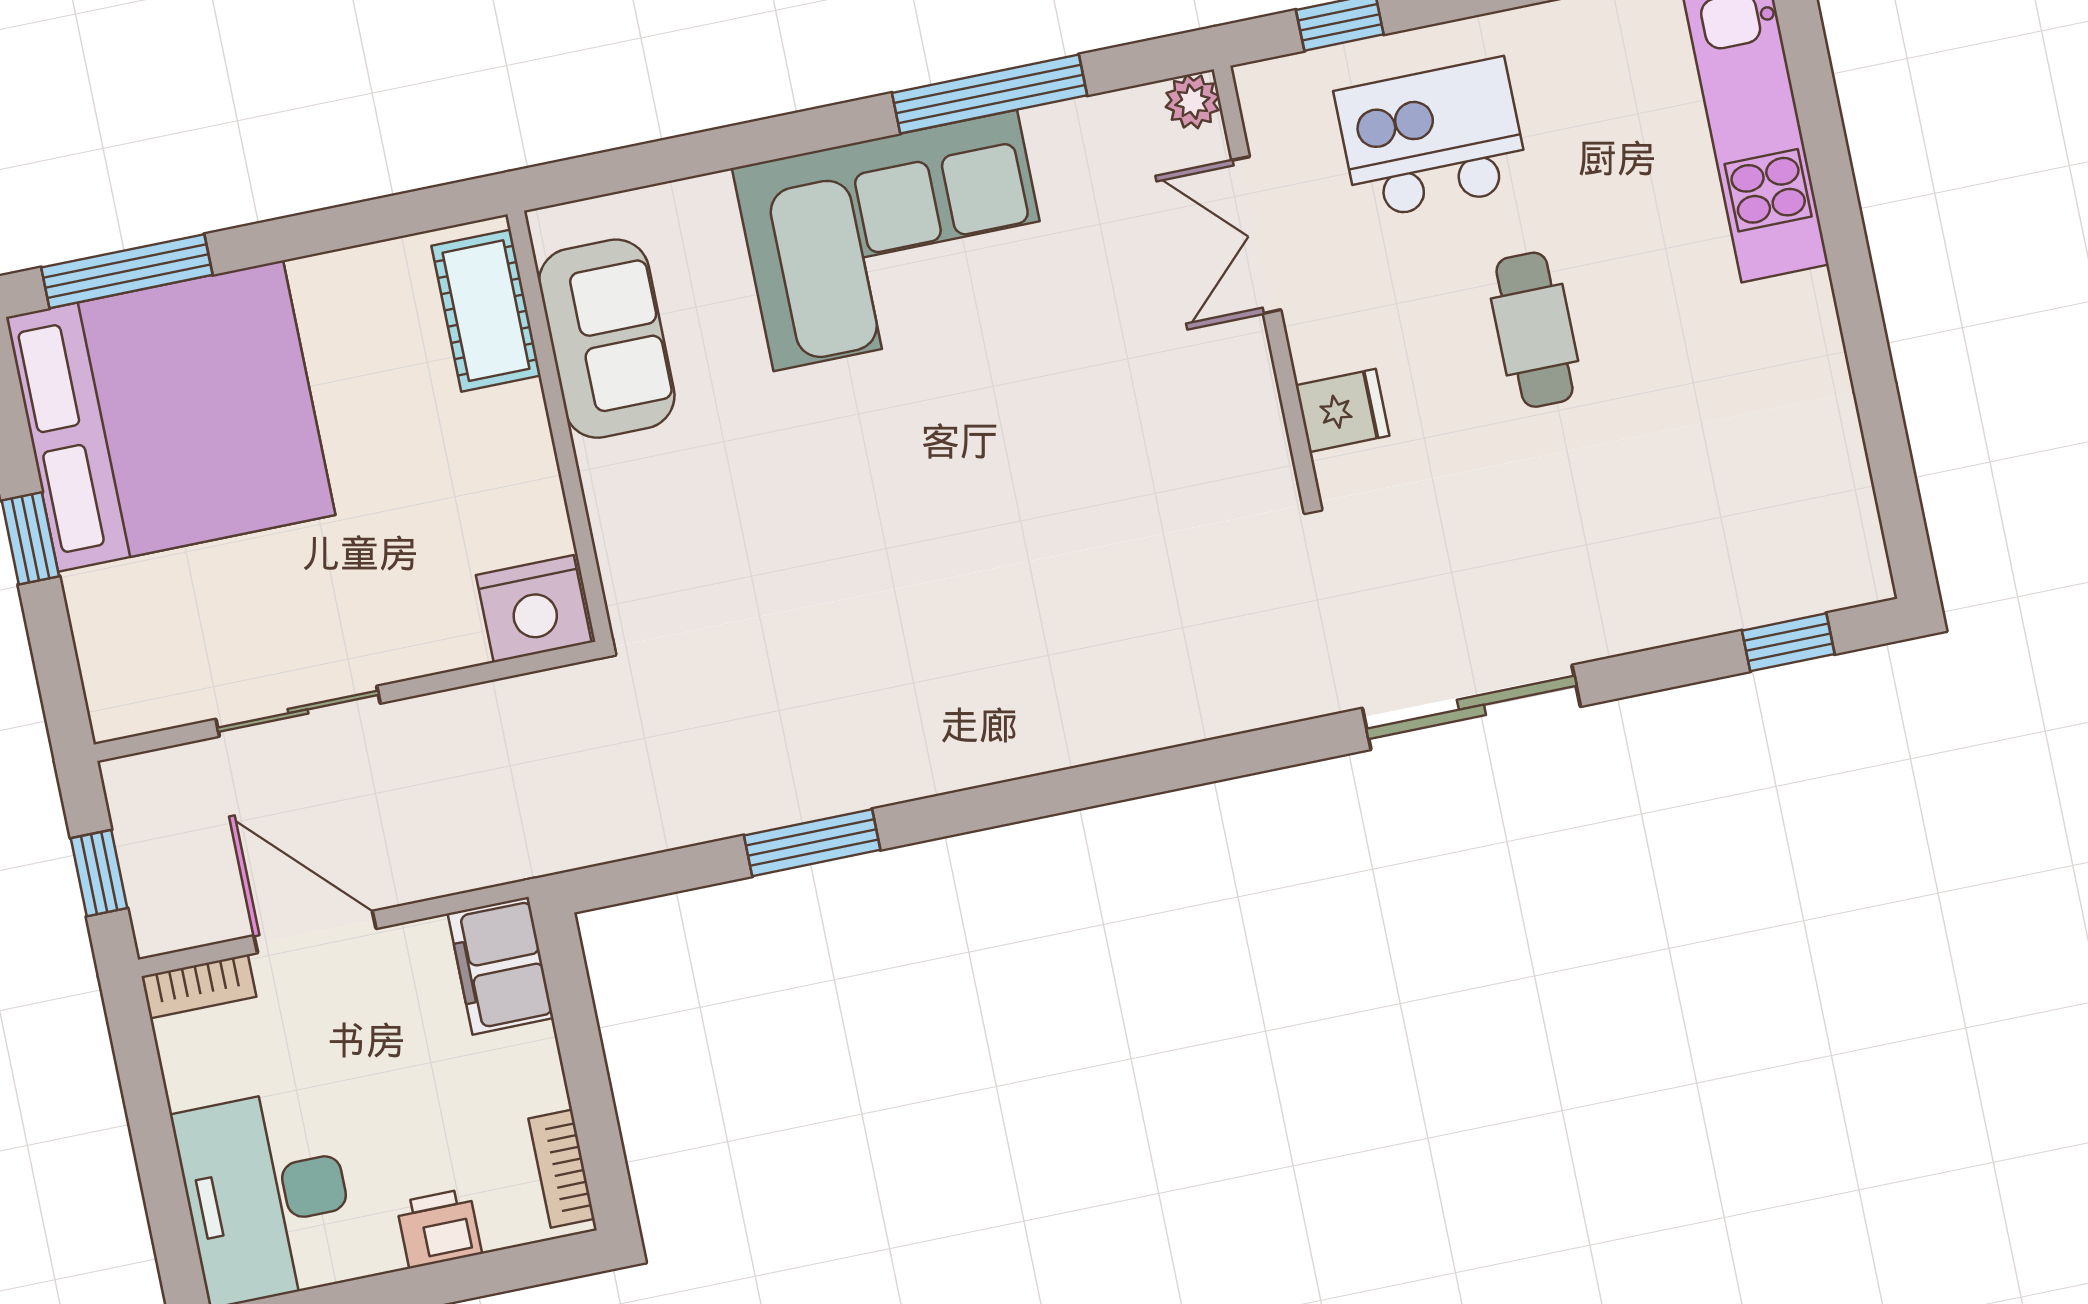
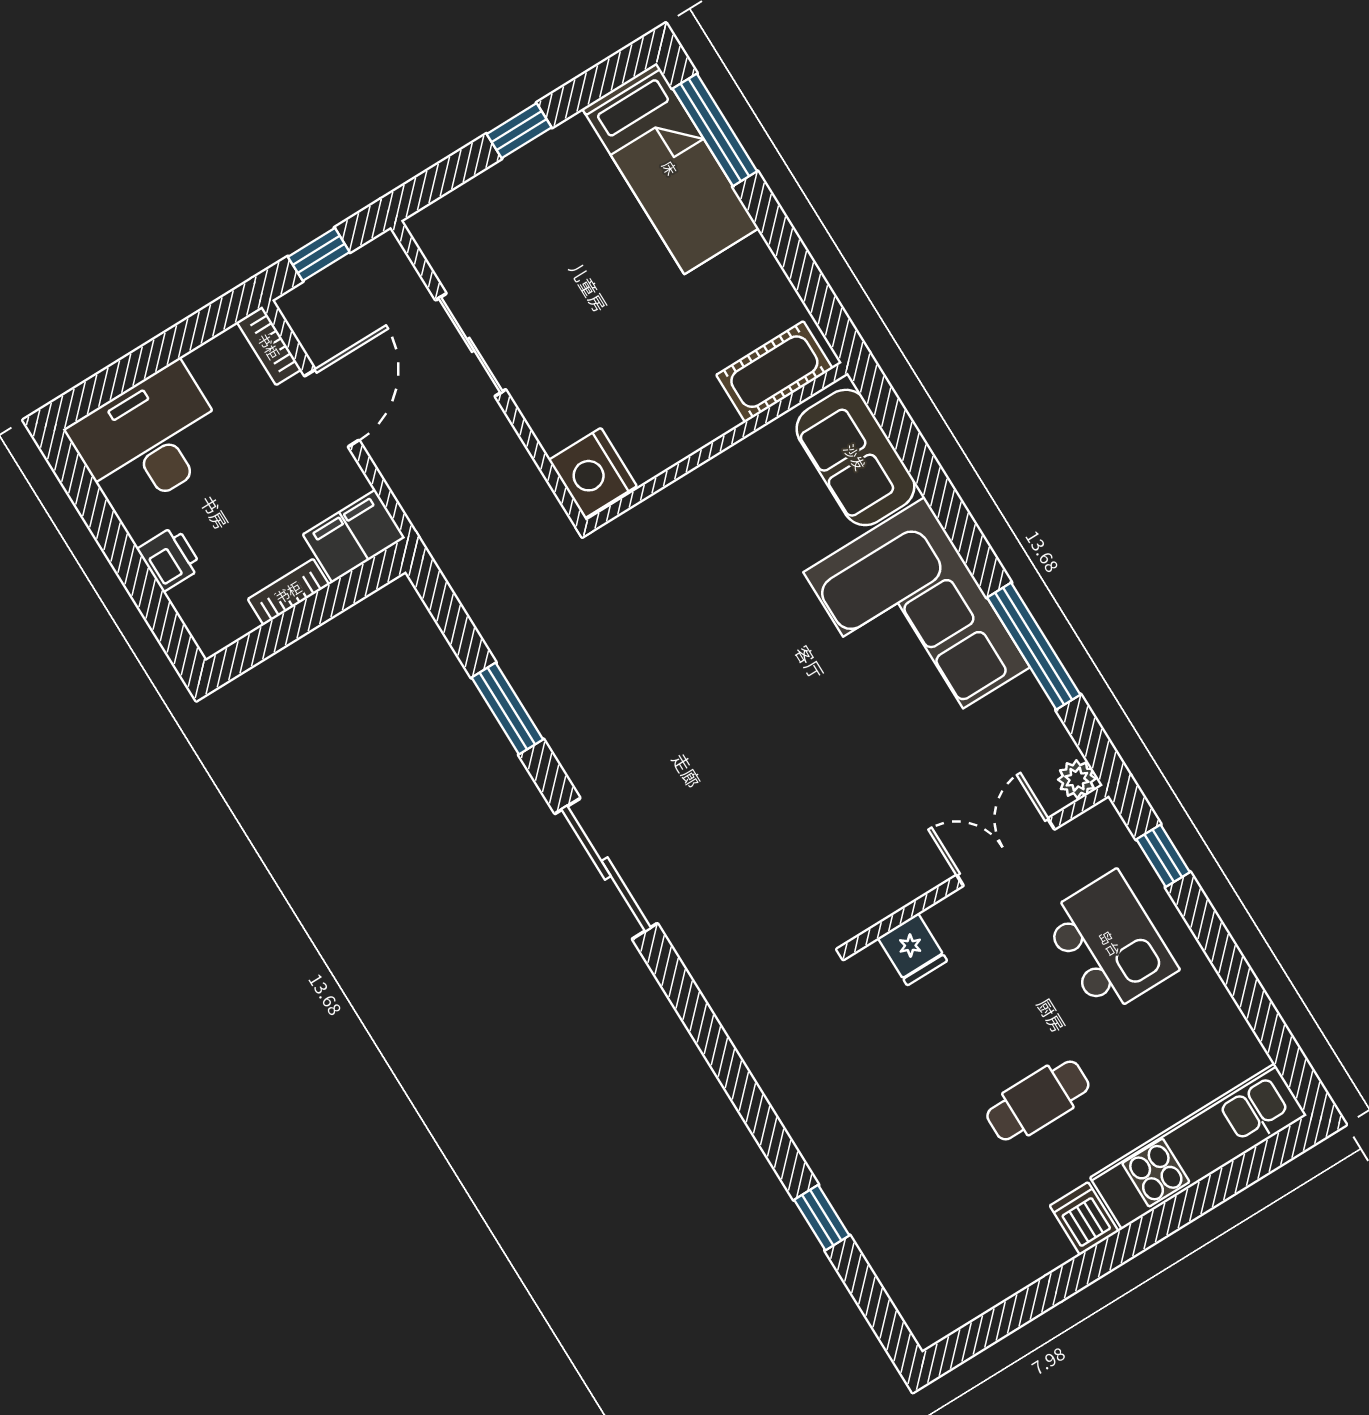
dishwasher: (1795, 311) -> (1084, 1219), added
cafe table: (1534, 330) -> (1038, 1100), moved
sofa: (607, 339) -> (855, 457), moved, turned 90
bed: (171, 416) -> (670, 168), width x0.49
window: (1788, 642) -> (822, 1218), moved
sliding door: (1471, 707) -> (606, 869), moved
bookcase: (562, 1169) -> (288, 592), moved

